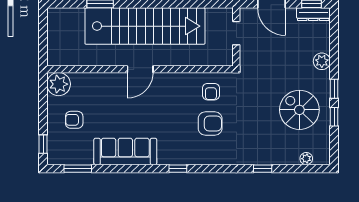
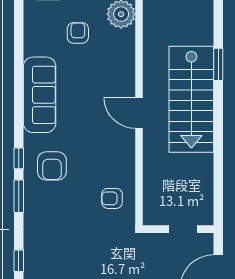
stairs: (145, 26) -> (191, 99), width x0.73
armchair: (210, 124) -> (52, 166), moved
window: (78, 169) -> (19, 196), moved

